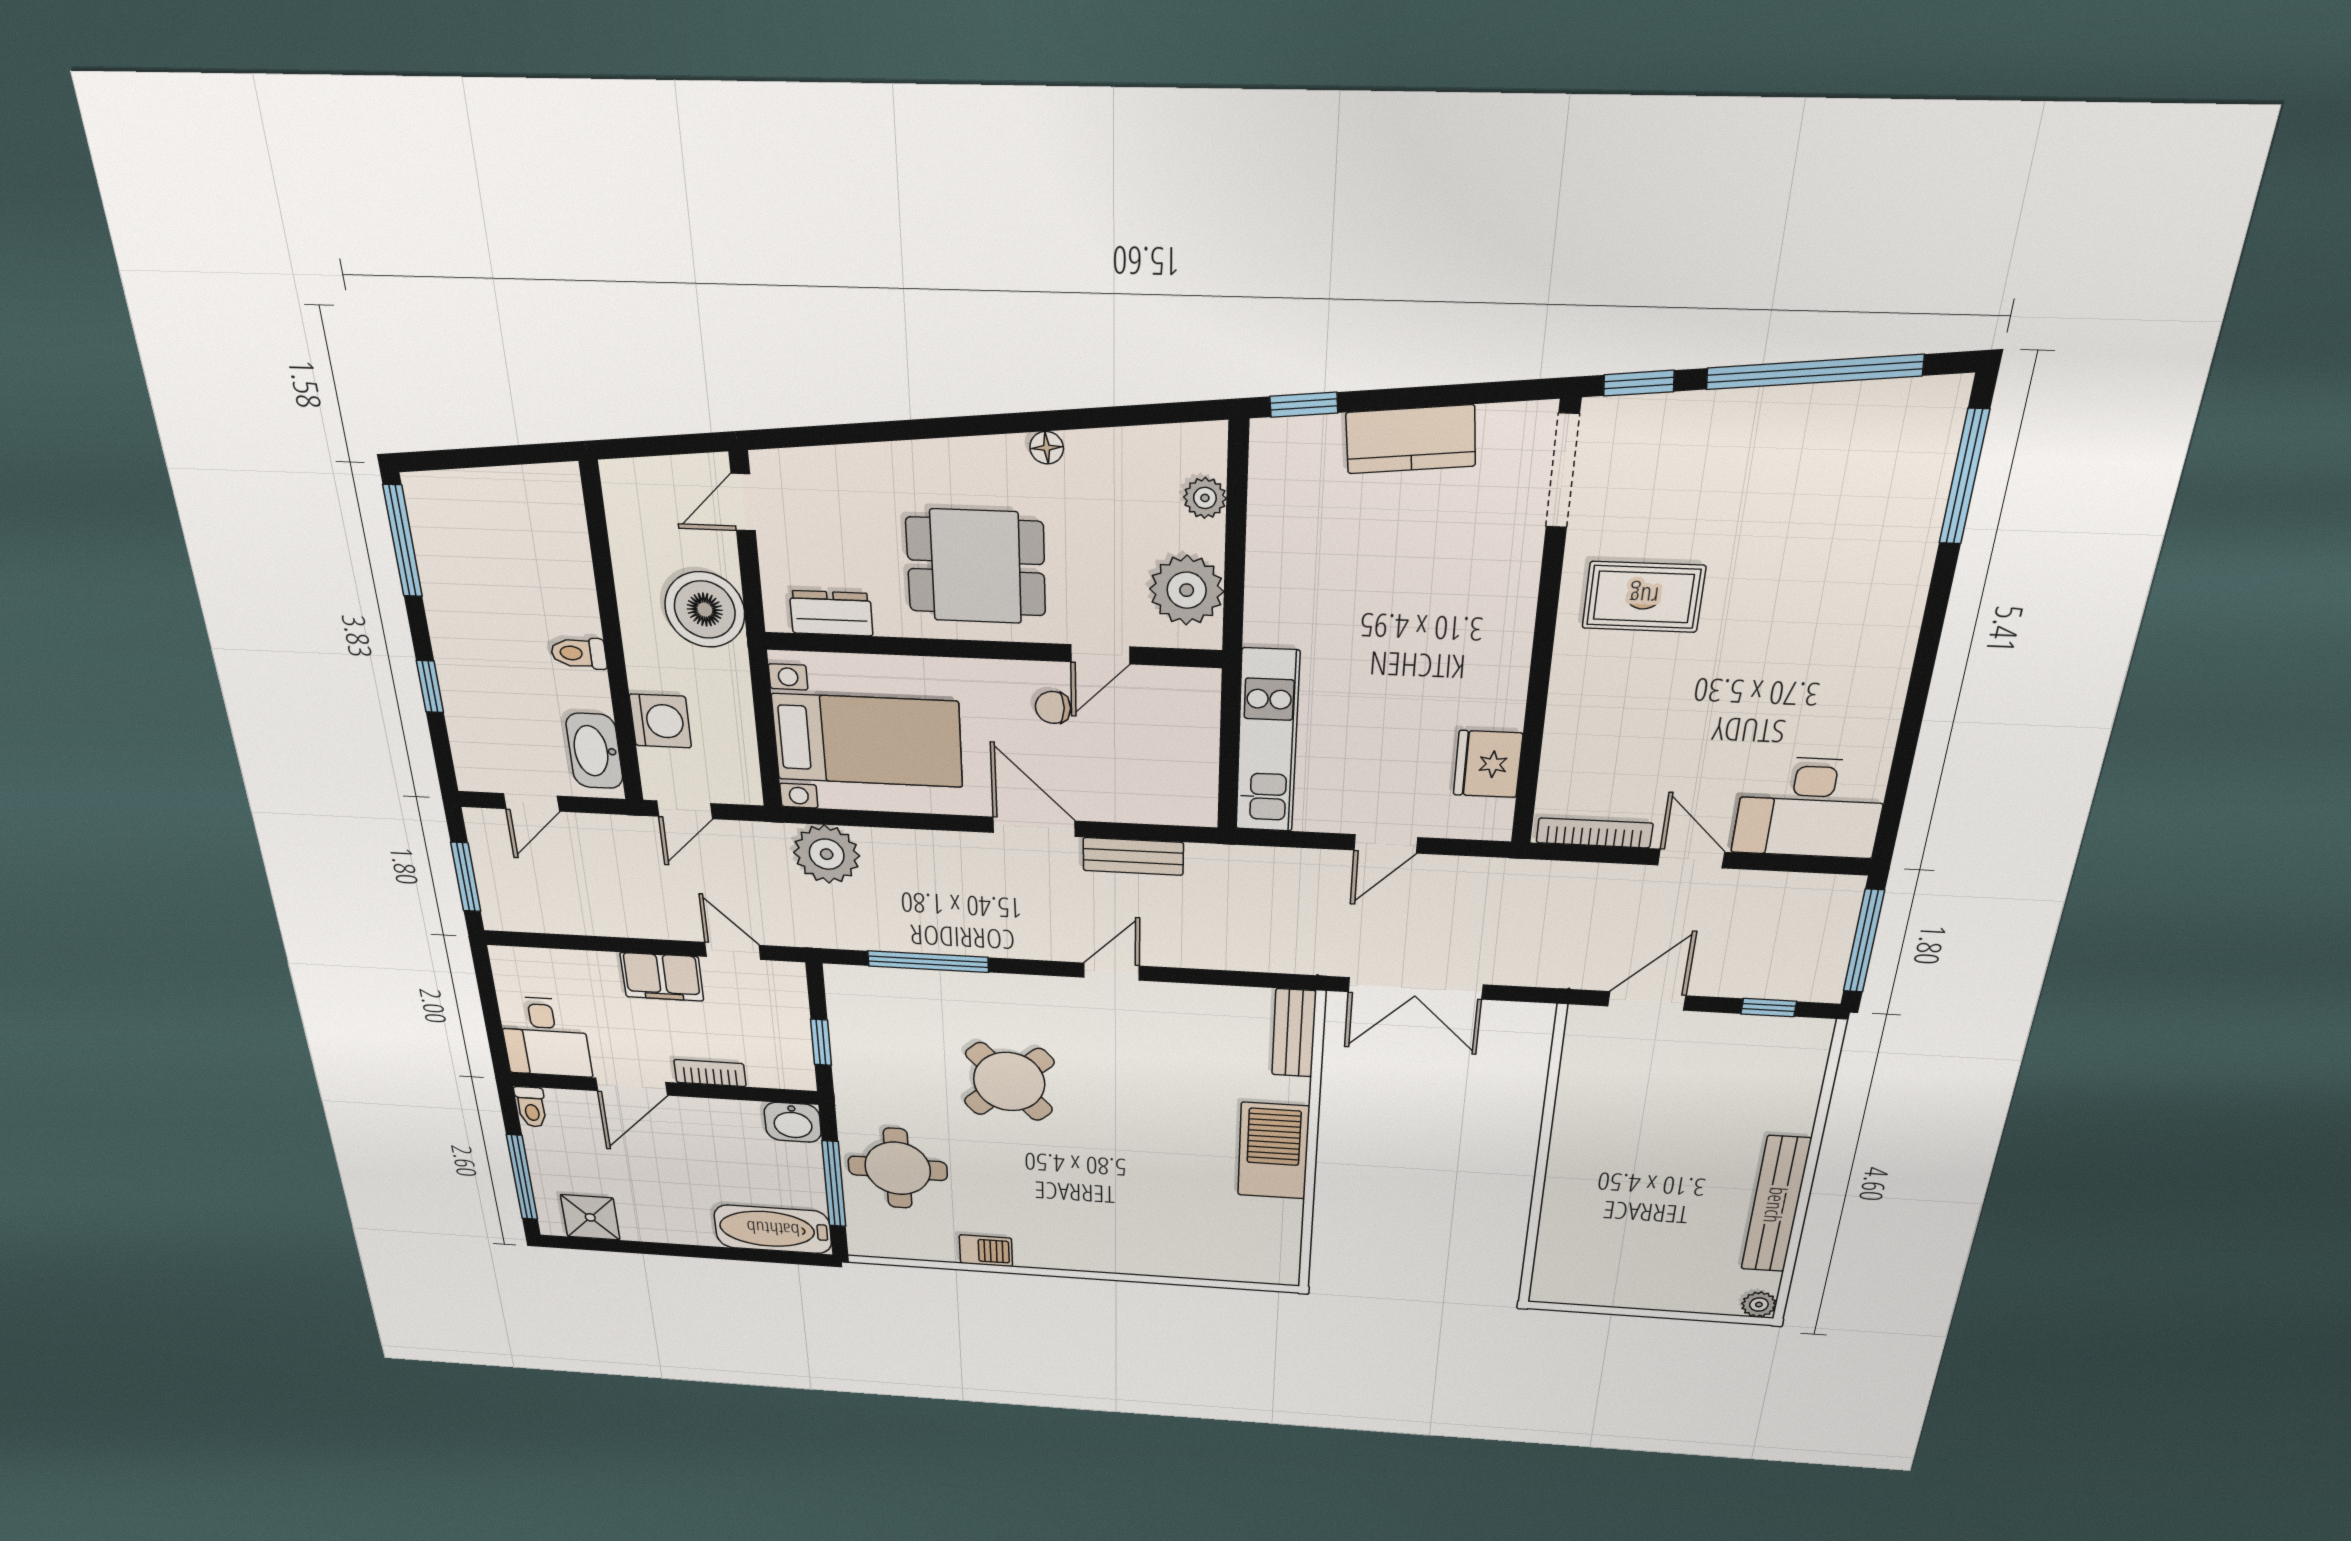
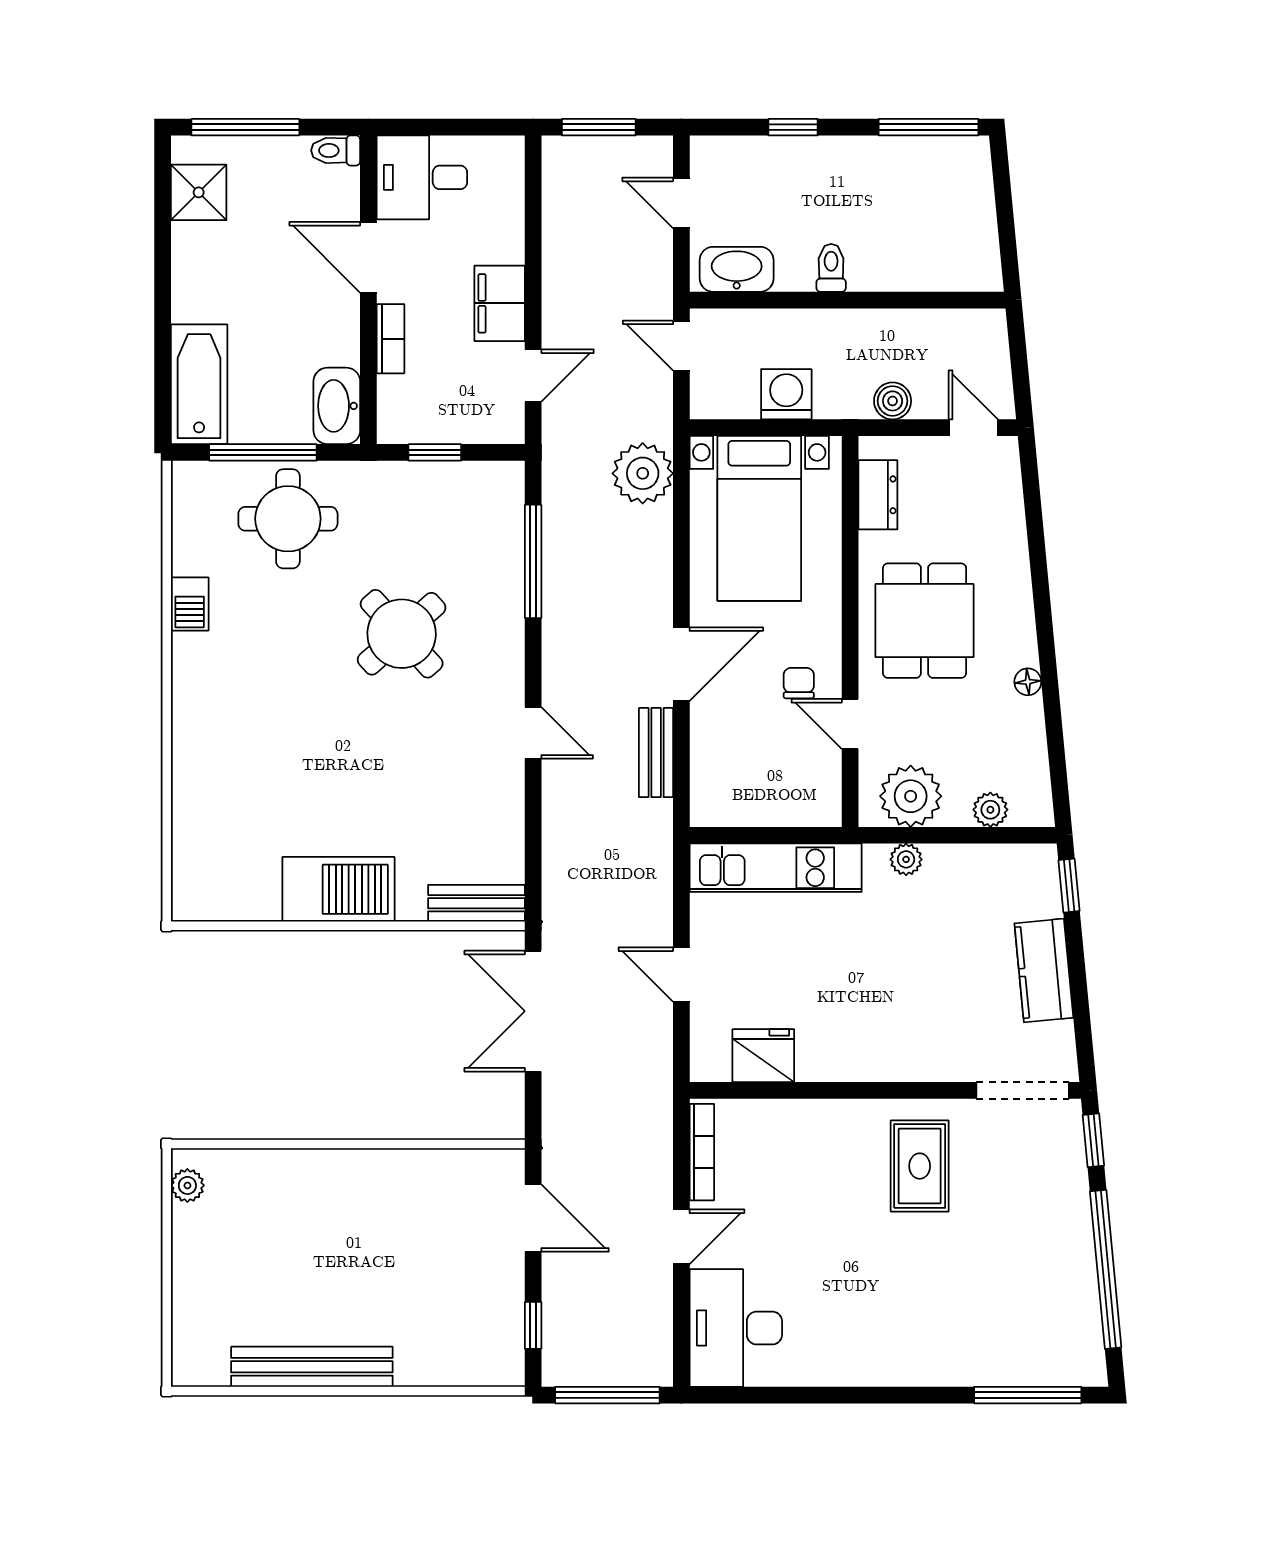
plant: (1263, 598) -> (906, 859), added
boiler: (705, 610) -> (893, 401), width x0.54, depth x0.54
washing machine: (660, 721) -> (786, 394), moved, turned 180
washbasin: (793, 1122) -> (337, 406), width x1.38
plant: (1759, 1305) -> (187, 1185), moved

